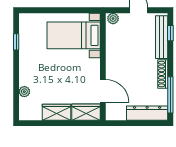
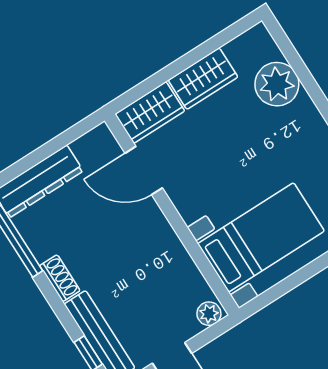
shoe rack: (163, 74) -> (60, 278), width x0.70
plant: (24, 92) -> (277, 84), width x1.88, depth x1.88

